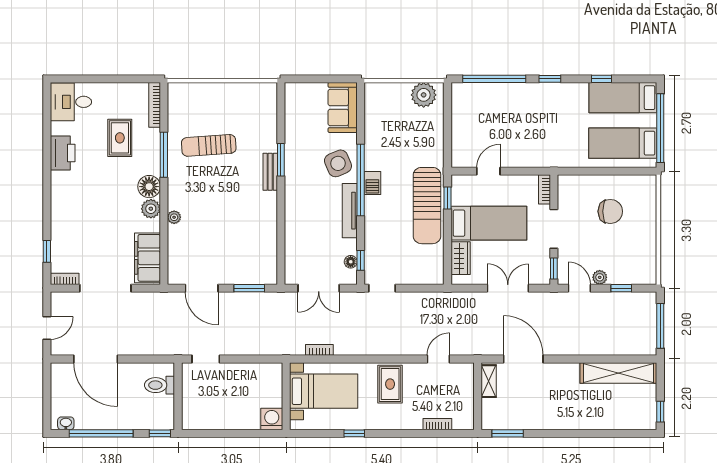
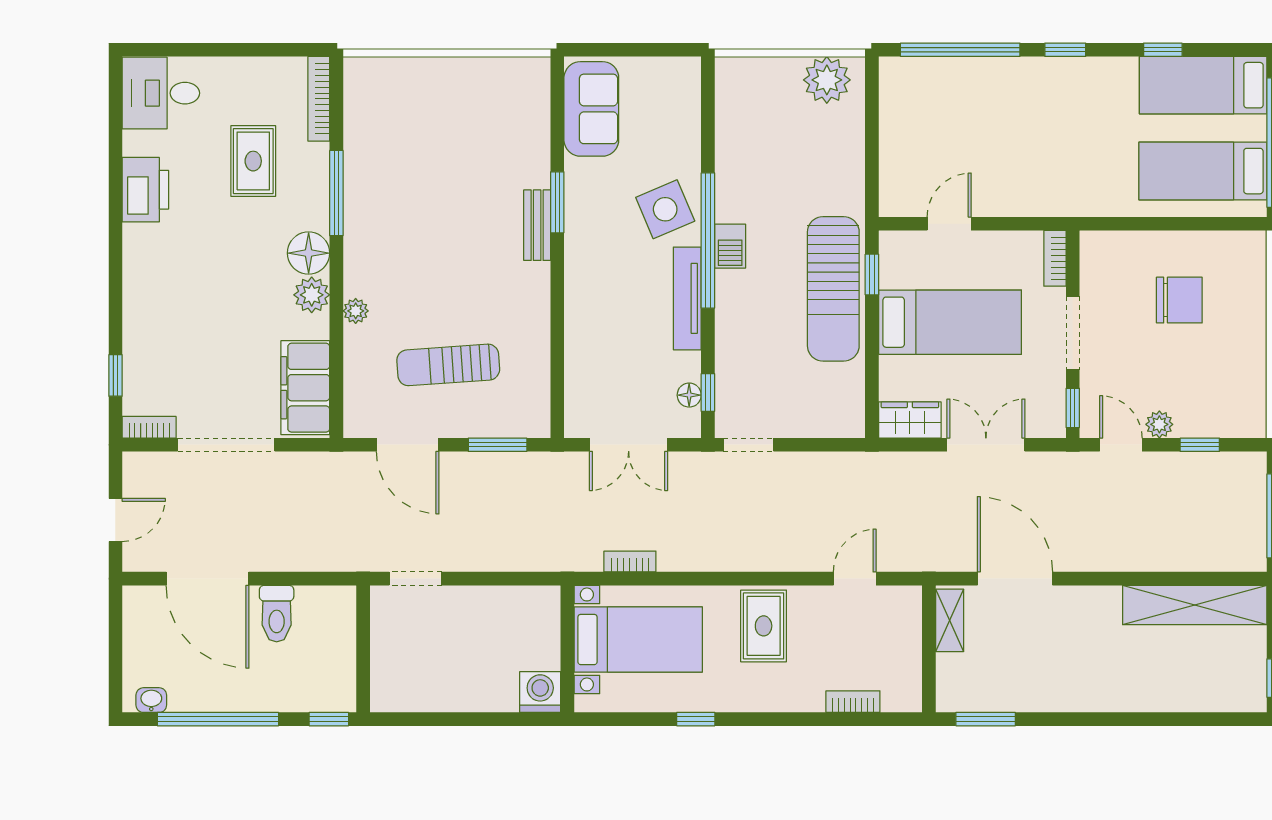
sofa: (343, 108) -> (591, 109), moved, turned 180
sun lounger: (209, 145) -> (448, 365), moved
wardrobe: (461, 258) -> (910, 420), moved, turned -90
toilet: (160, 385) -> (277, 614), moved, turned -90

